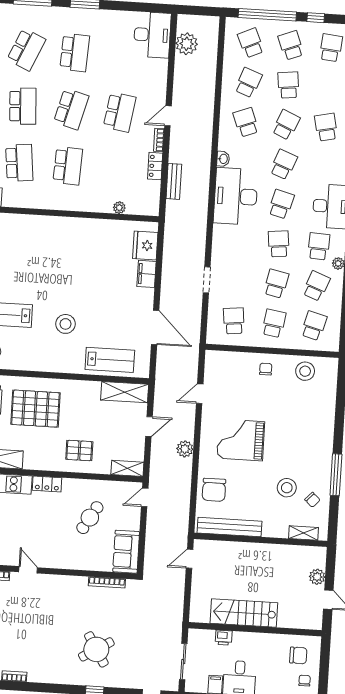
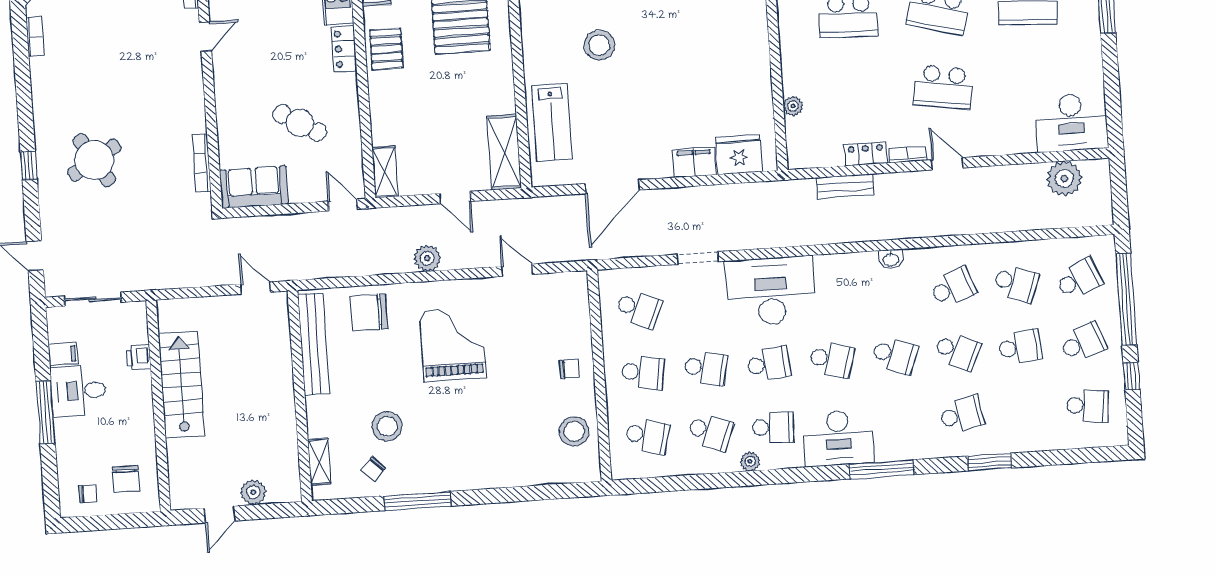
desk: (236, 196) -> (771, 291), moved
school desk: (234, 321) -> (639, 309), turned 30
pallet: (79, 450) -> (386, 49), moved

